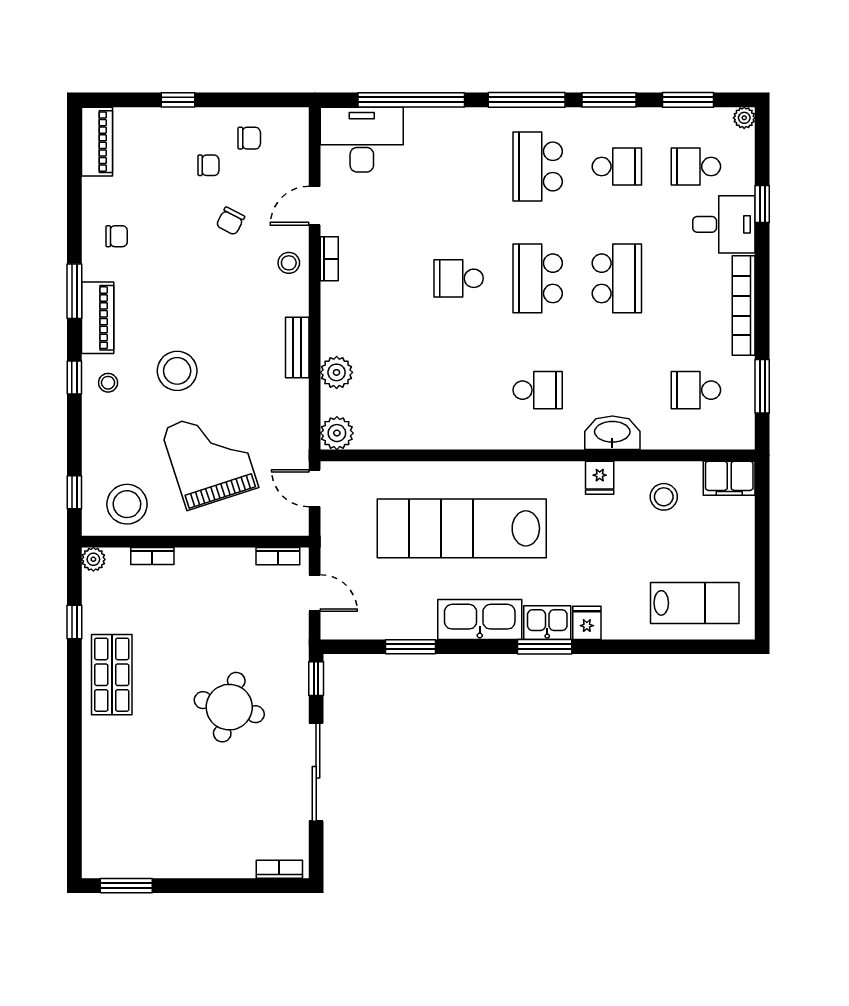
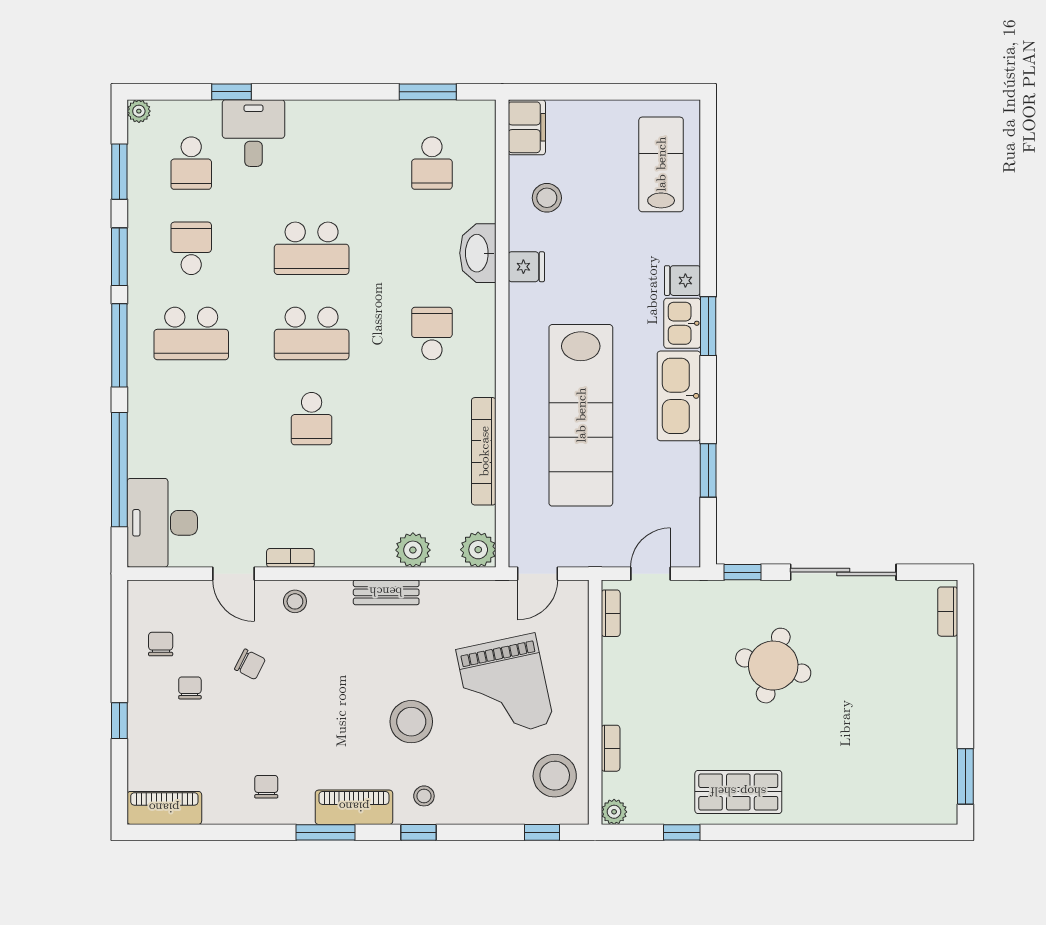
school desk: (617, 278) -> (312, 248), turned 180
bookcase: (744, 306) -> (484, 451), moved, turned 90
grand piano: (210, 458) -> (505, 687), turned -84

